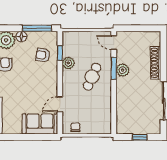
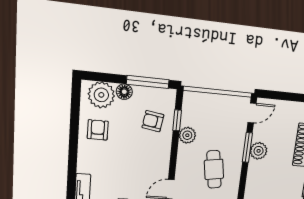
door: (114, 43) -> (252, 113), swing flipped
cafe table: (92, 77) -> (214, 169), moved, turned -33

